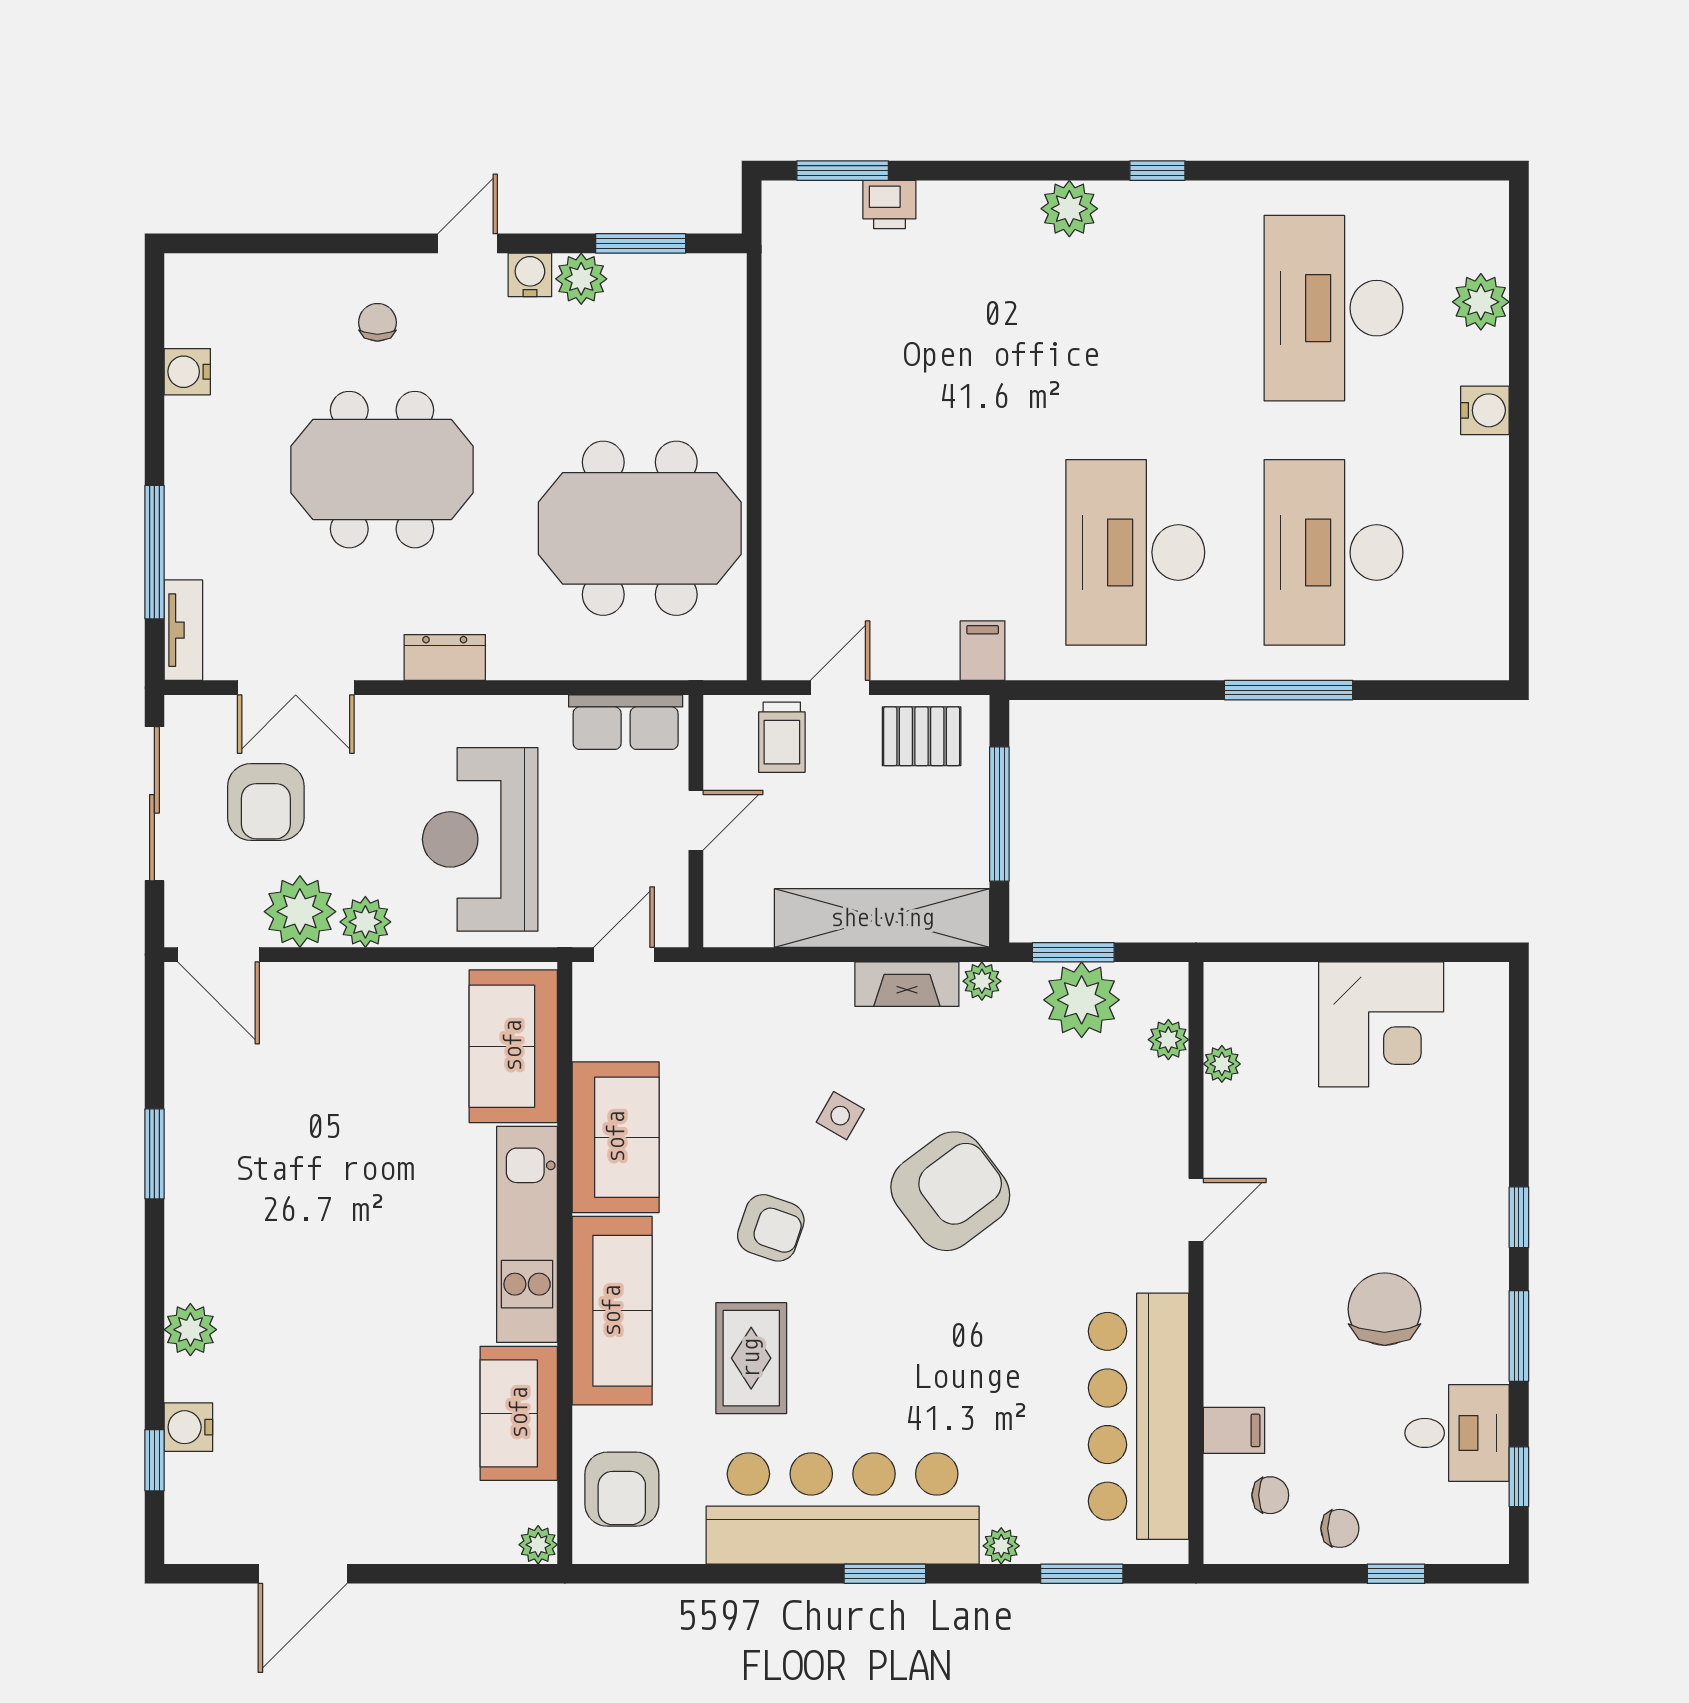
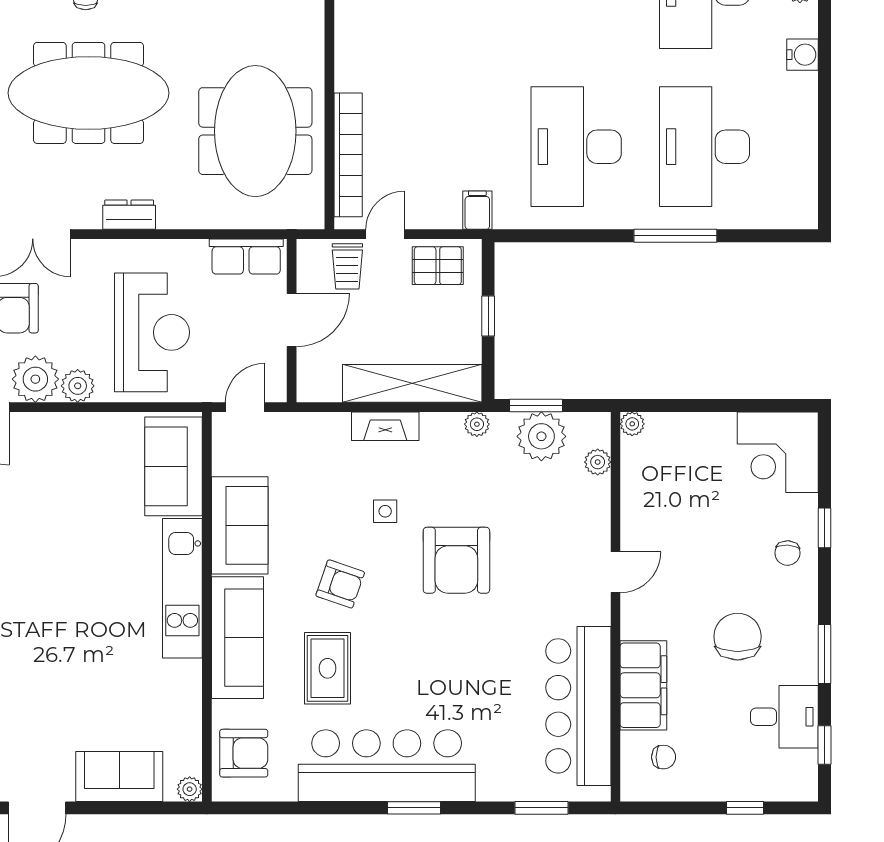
meeting table: (382, 470) -> (89, 93), width x1.36
meeting table: (640, 528) -> (255, 131), turned 90
bookcase: (783, 565) -> (348, 155), added
window: (999, 814) -> (488, 316), width x0.46
door: (696, 820) -> (292, 320), width x1.37
reception desk: (480, 839) -> (152, 332), turned 180
fireplace: (907, 984) -> (385, 426), moved
corner desk: (1381, 1024) -> (778, 452), moved, turned 90
plant: (1222, 1064) -> (632, 424), moved
side table: (840, 1116) -> (385, 511), turned -30
armchair: (950, 1191) -> (456, 560), turned 127
window: (1519, 1217) -> (825, 528), moved
sofa: (519, 1413) -> (119, 777), moved, turned 90
filing cabinet: (1234, 1430) -> (643, 685), width x3.00, depth x1.17
armchair: (622, 1489) -> (244, 753), turned -90
chair: (1340, 1528) -> (788, 553), moved, turned 93
plant: (1001, 1546) -> (489, 790), removed

